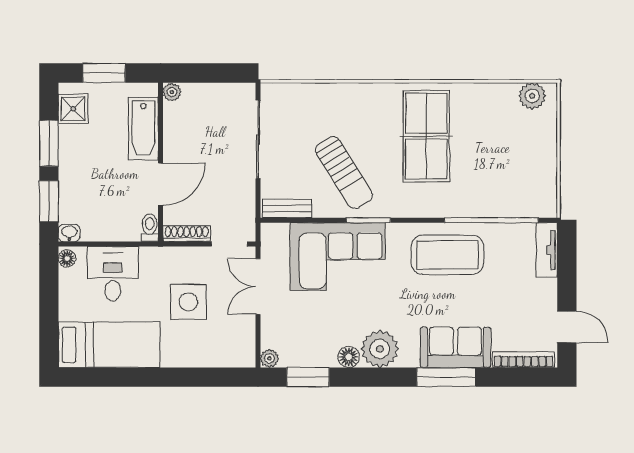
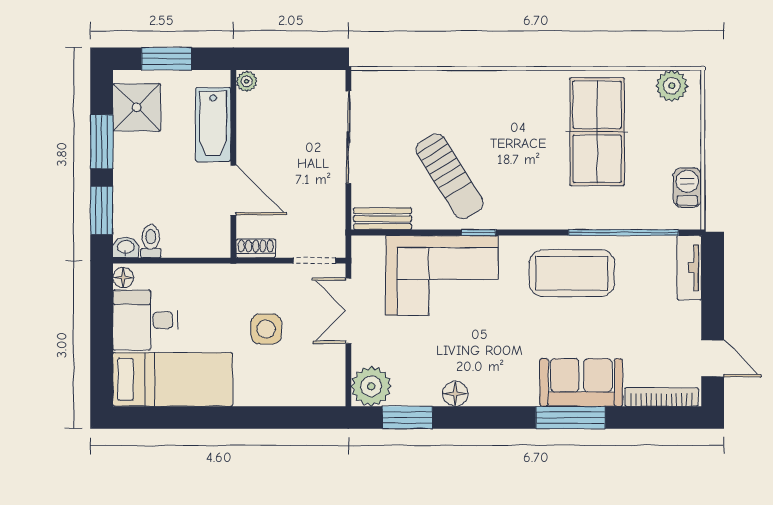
shower: (73, 109) -> (137, 107), width x1.36, depth x1.36
table tennis table: (426, 136) -> (597, 132), moved
barbecue: (545, 182) -> (687, 188), added
door: (161, 184) -> (233, 190), hinge flipped
window: (368, 220) -> (479, 233), width x0.67
toilet: (150, 228) -> (151, 241), moved
shoe rack: (187, 234) -> (256, 248), width x0.70
desk: (113, 274) -> (145, 320), moved, turned -90
side table: (188, 302) -> (266, 329), width x0.73, depth x0.73
plant: (380, 349) -> (492, 384), removed
plant: (269, 358) -> (371, 386), width x1.88, depth x1.88

